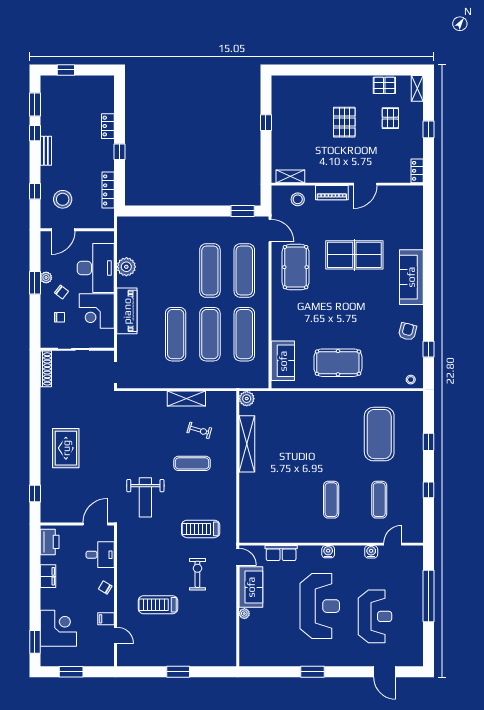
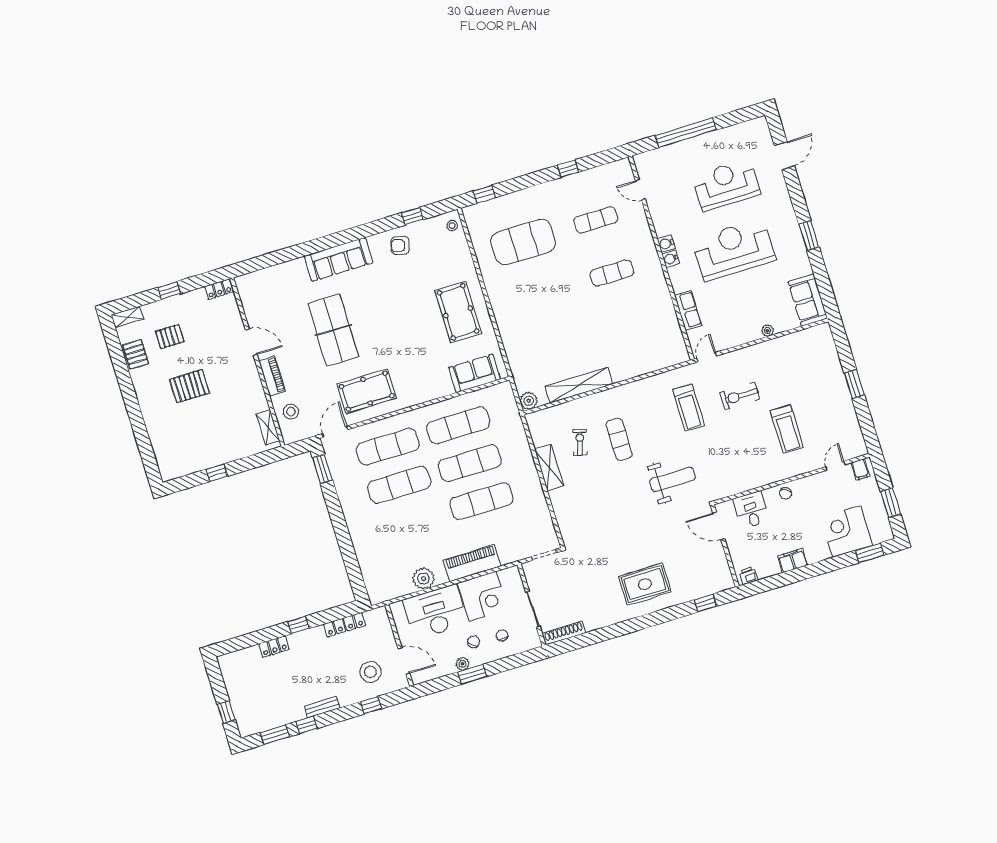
window: (429, 442) -> (484, 194), moved
printer: (50, 542) -> (748, 576), width x0.53, depth x0.68
water cooler: (371, 552) -> (666, 244), moved
sofa: (251, 587) -> (808, 300), moved, turned -90
filing cabinet: (106, 619) -> (860, 470), moved

